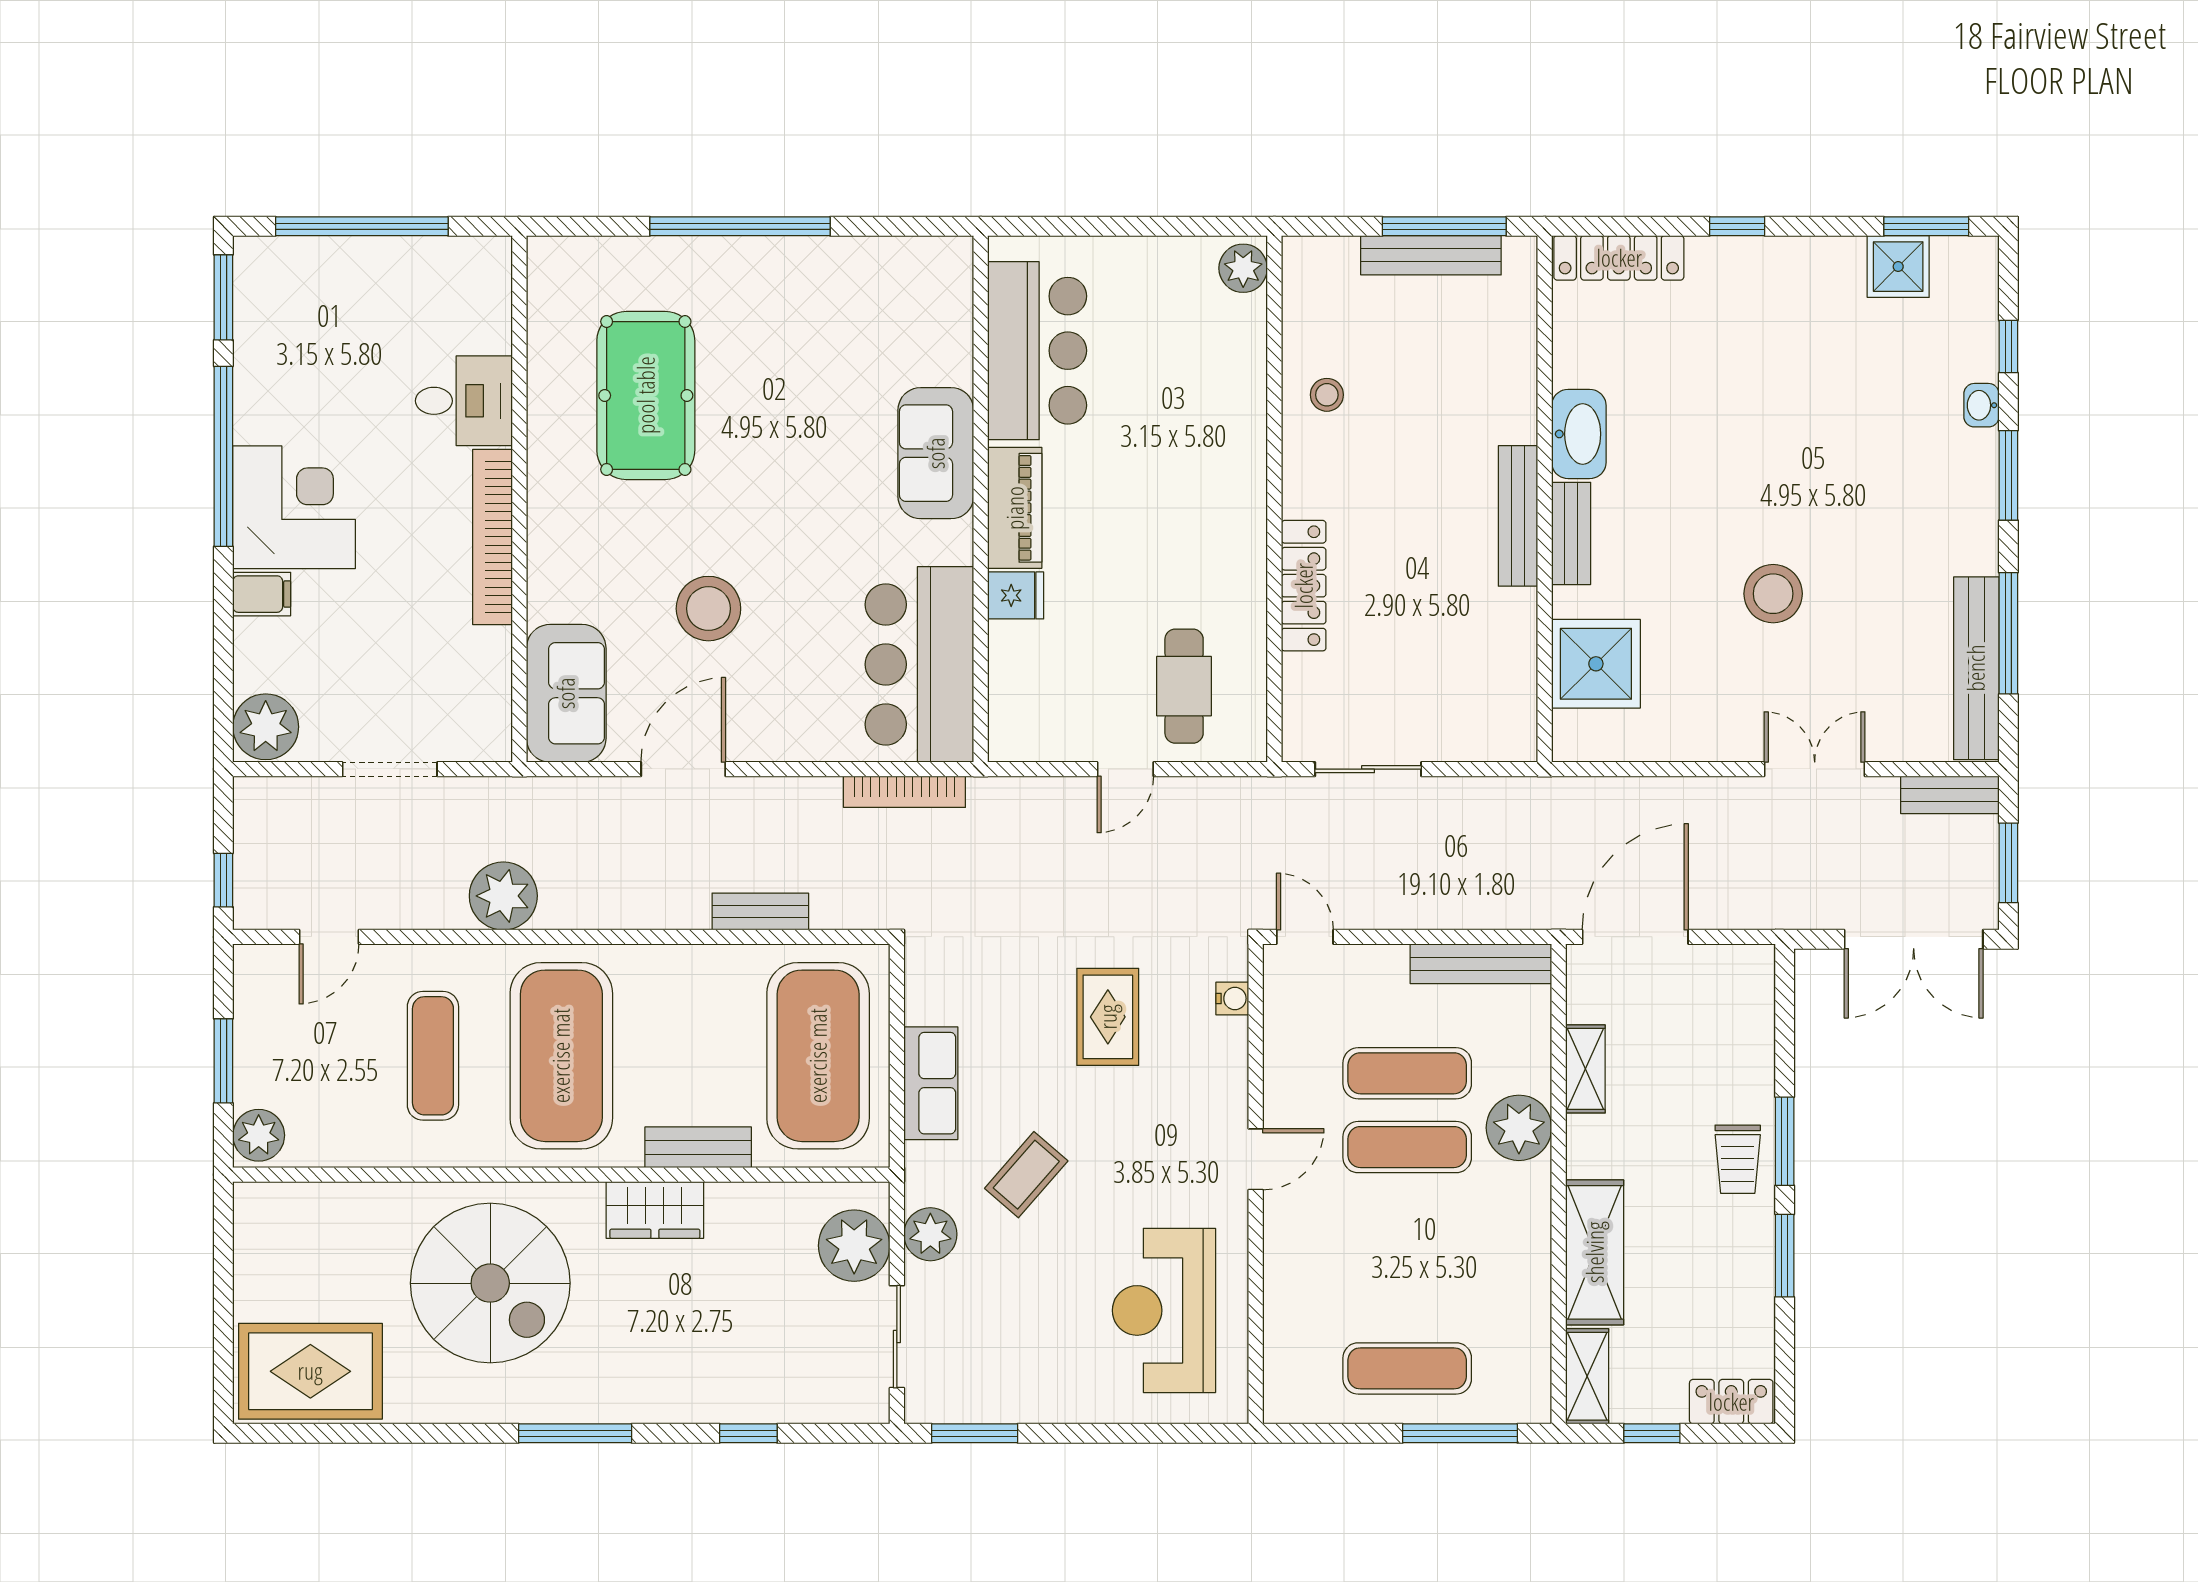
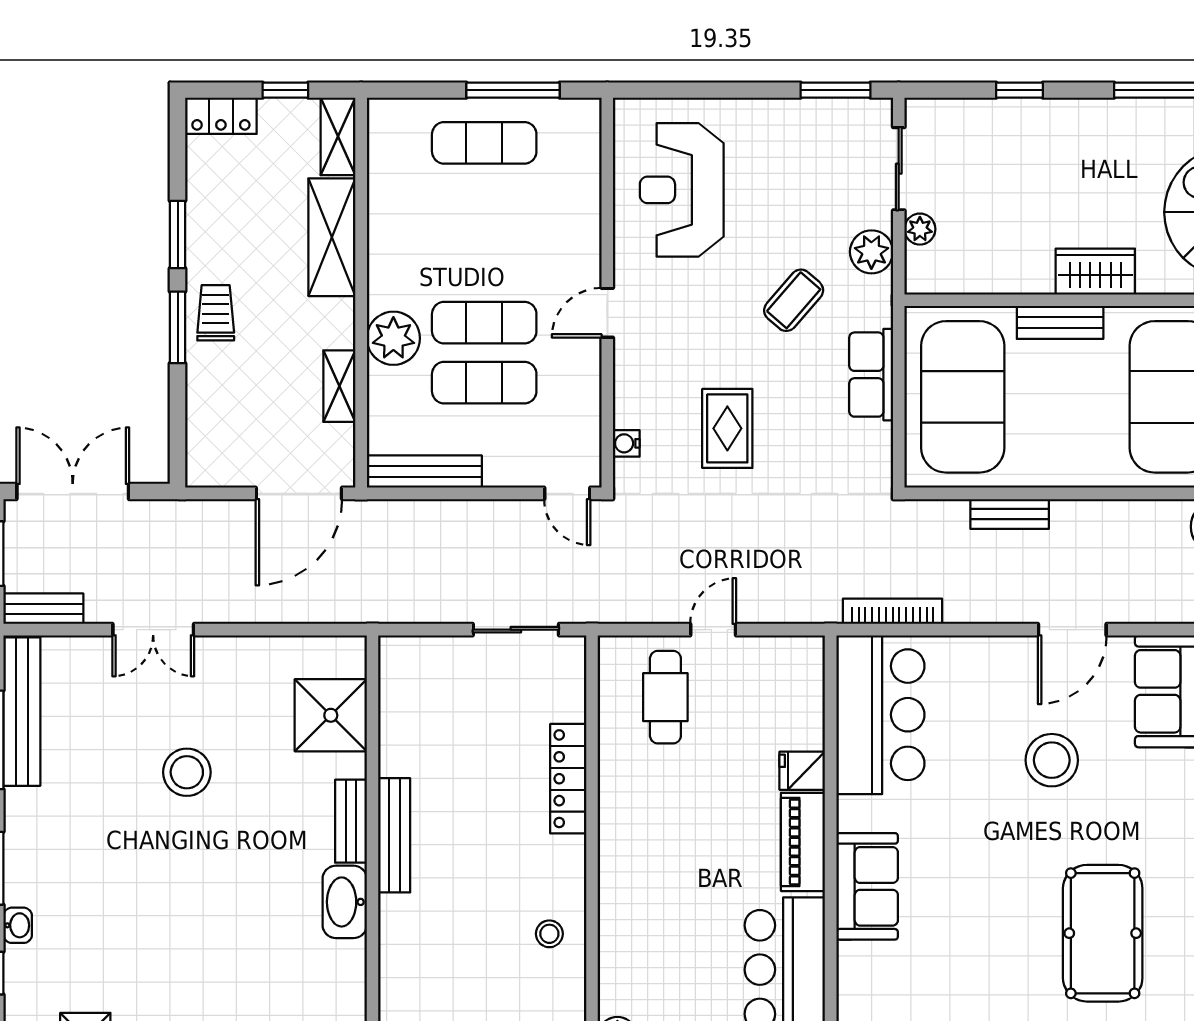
plant: (854, 1246) -> (920, 229), width x0.53, depth x0.53
reception desk: (1164, 1310) -> (682, 190), turned 180
window: (1460, 1433) -> (513, 90), moved

